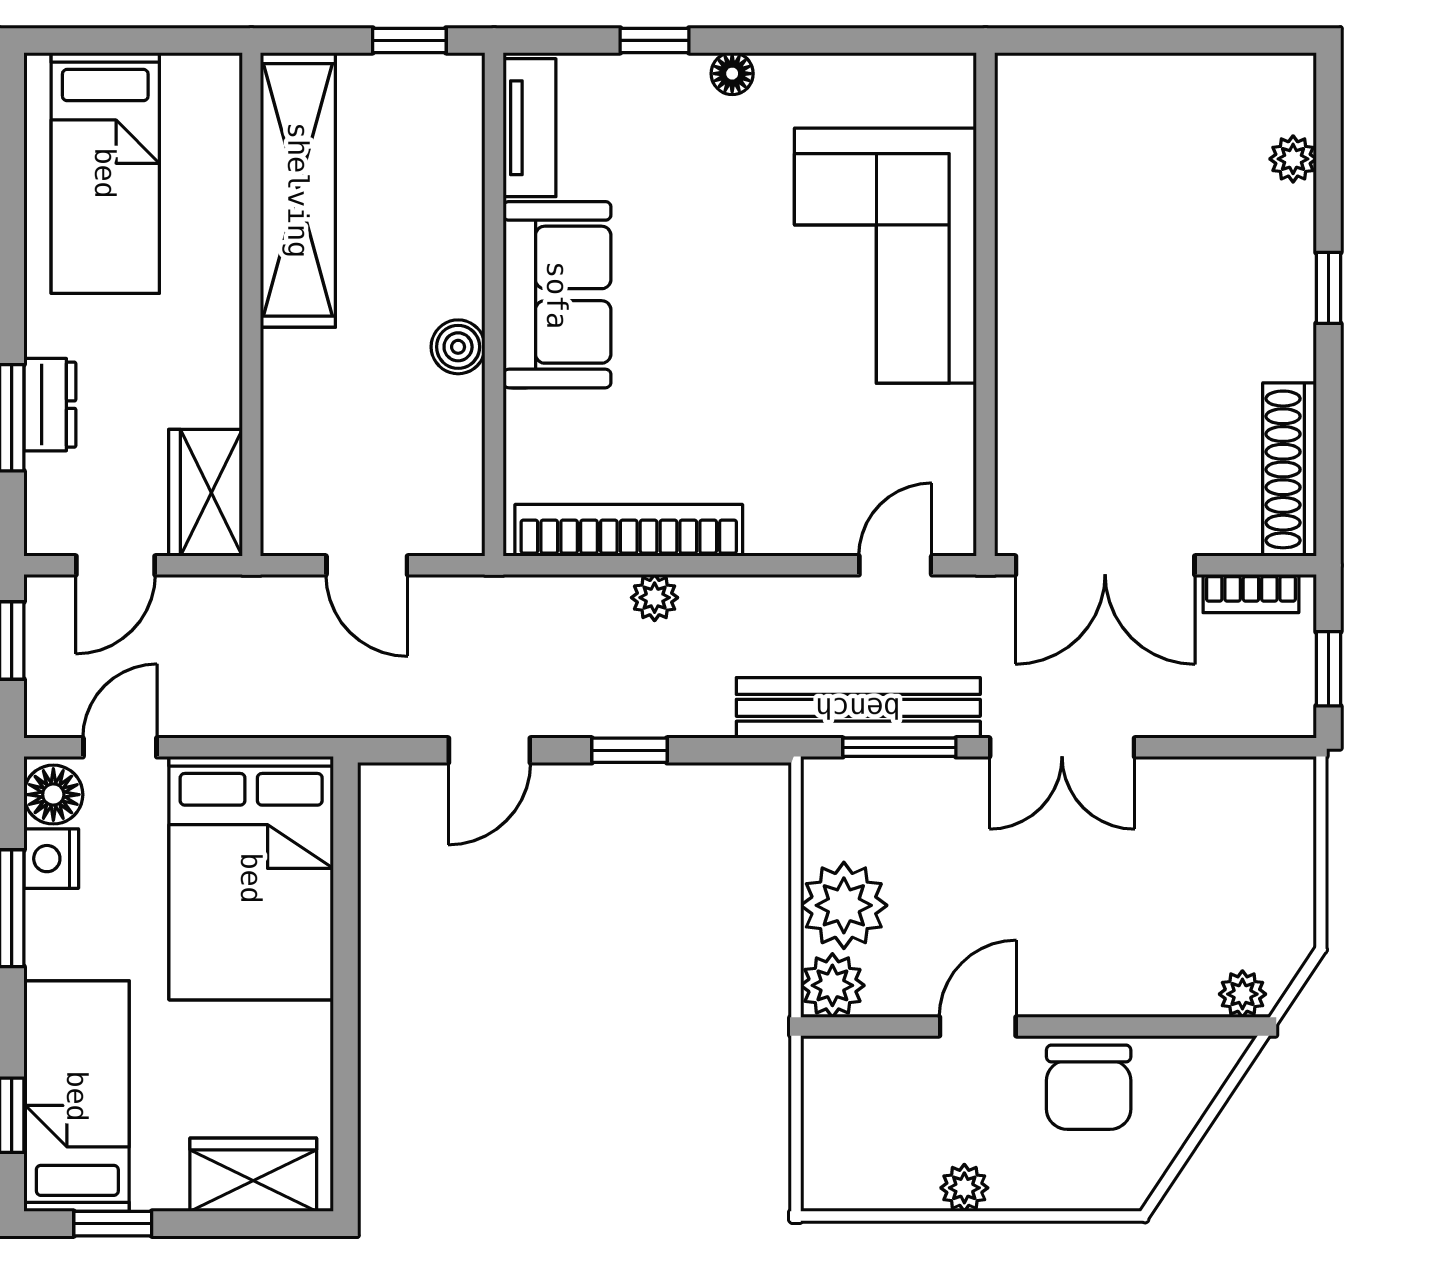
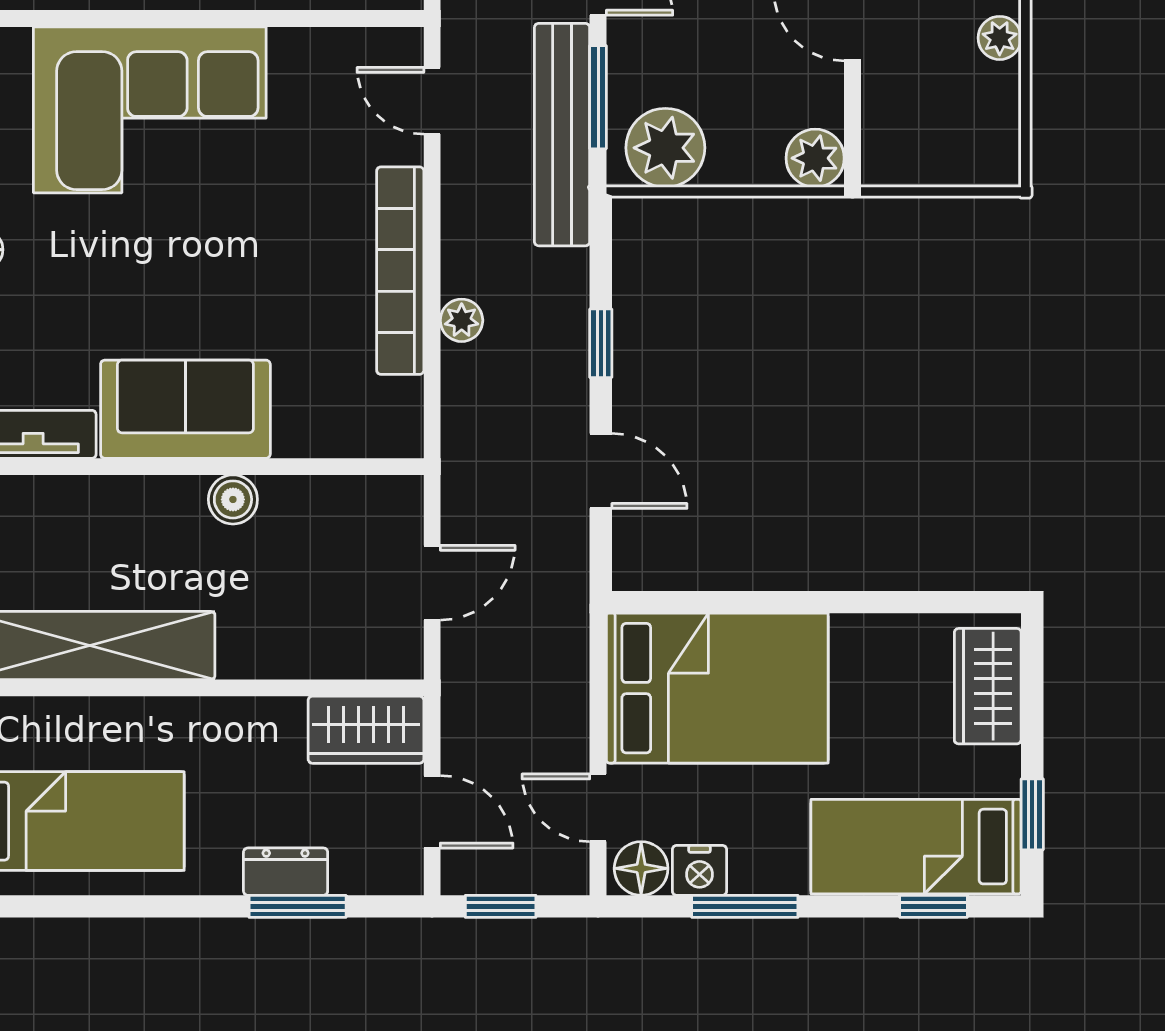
bookcase: (629, 530) -> (400, 271), moved
plant: (844, 905) -> (665, 148), moved

